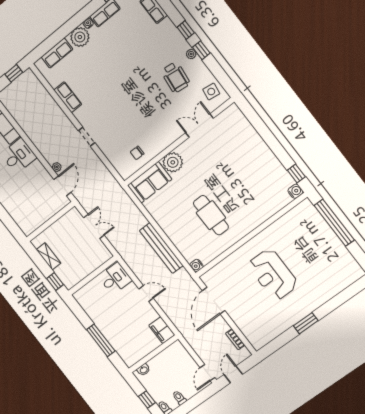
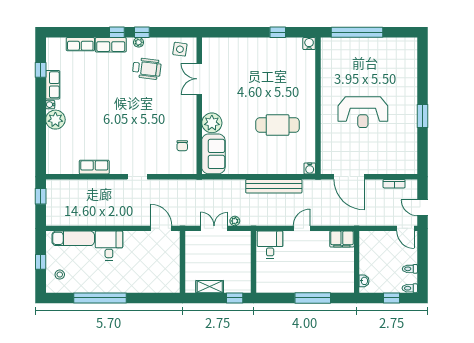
row of seats: (57, 53) -> (111, 45), moved, turned 90
plant: (57, 167) -> (235, 221), moved
window: (296, 174) -> (278, 32), moved

